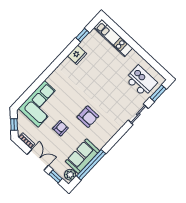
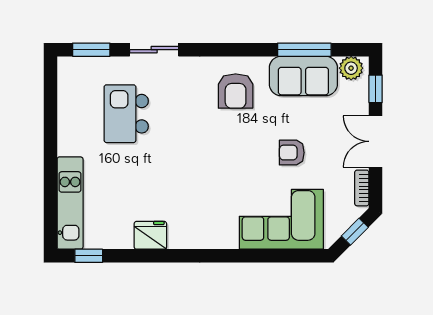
window: (82, 35) -> (89, 256), moved
kitchen island: (141, 81) -> (126, 114), moved
armchair: (88, 117) -> (236, 91), moved, turned 180
window: (91, 165) -> (304, 50), width x0.68

